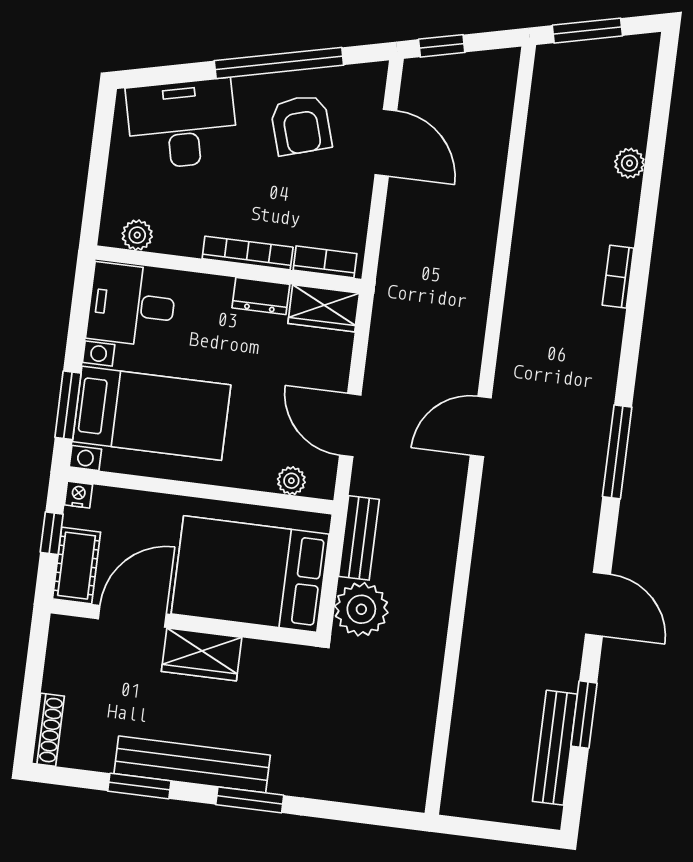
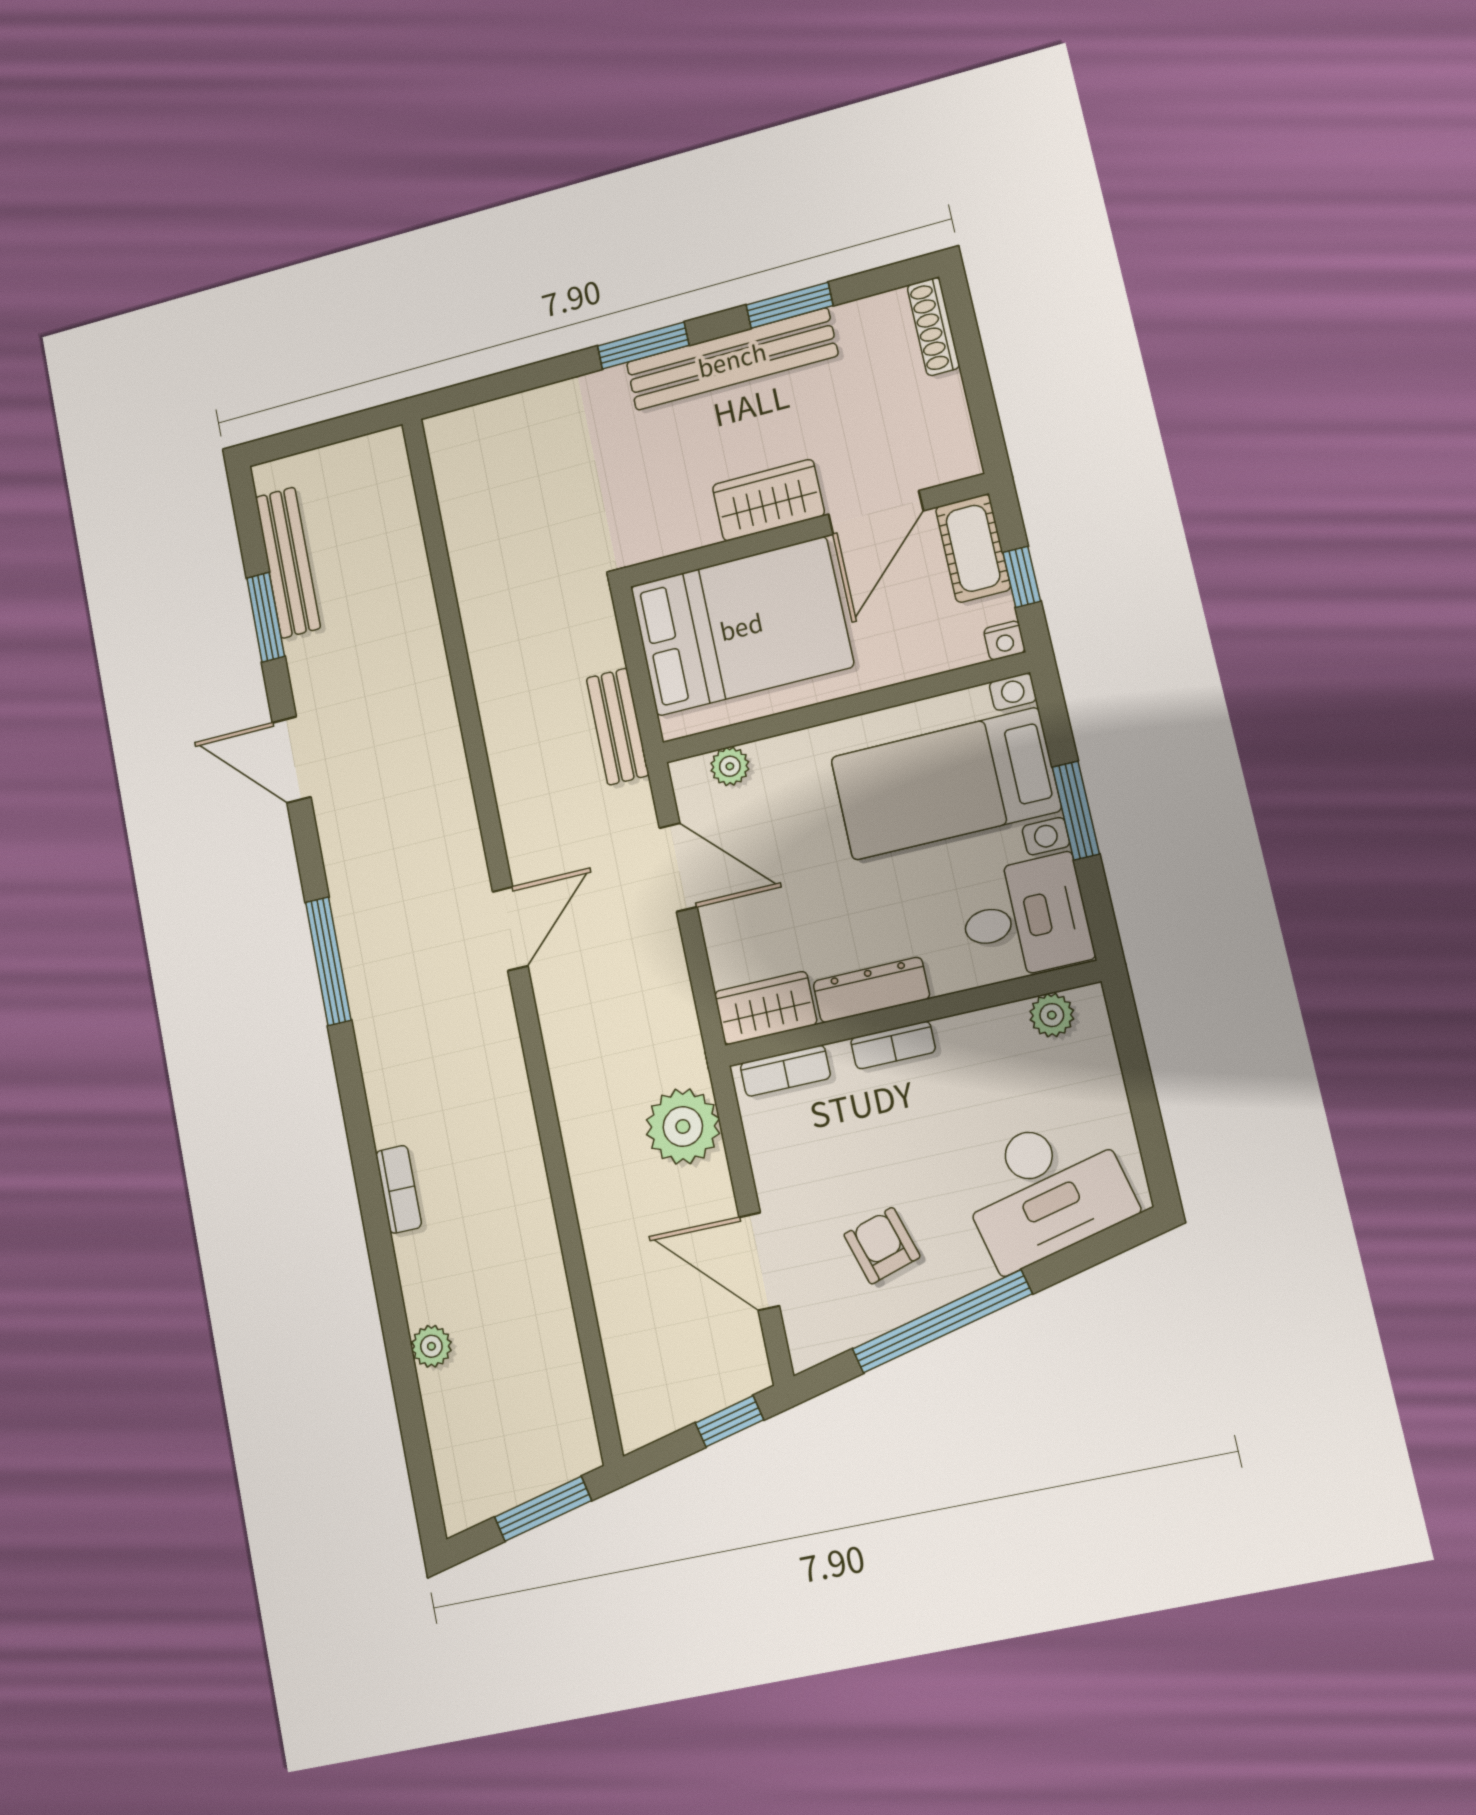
armchair: (301, 125) -> (882, 1246), width x0.72, depth x0.72
bookcase: (248, 253) -> (893, 1045), width x0.64
dresser: (261, 296) -> (871, 990), width x1.44
window: (68, 405) -> (1076, 810), moved
plant: (361, 609) -> (683, 1127), moved

